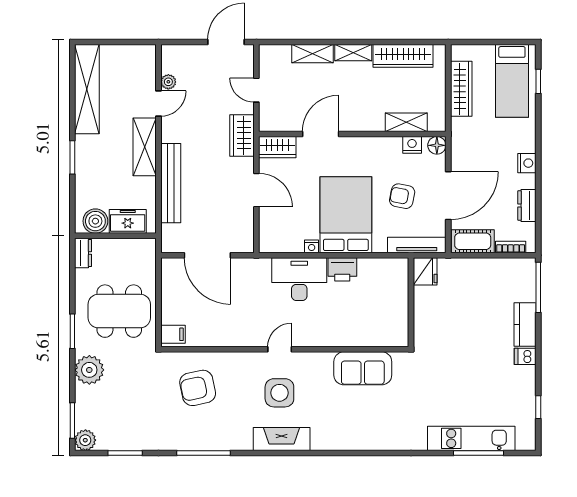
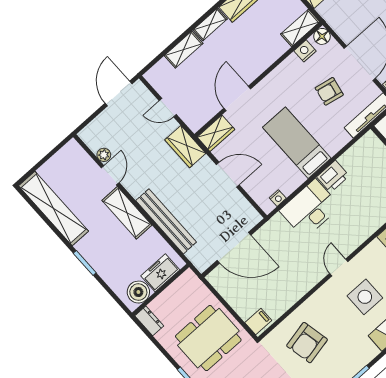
shelving: (406, 122) -> (300, 28), moved
bed: (346, 215) -> (297, 143), width x0.67
nightstand: (312, 246) -> (278, 198), moved

